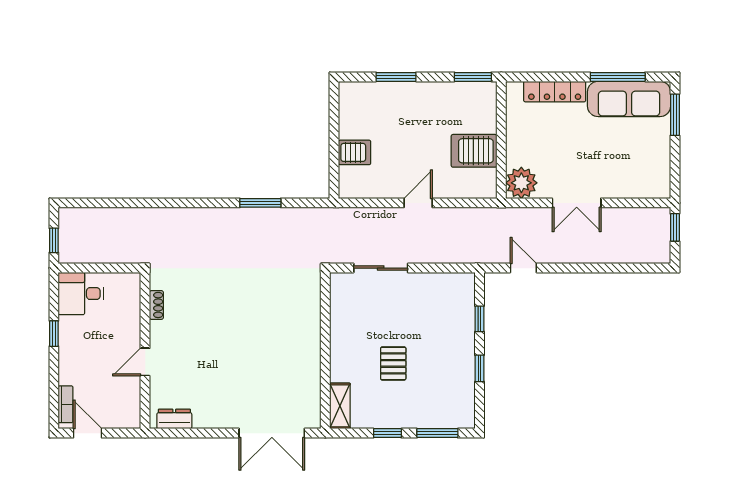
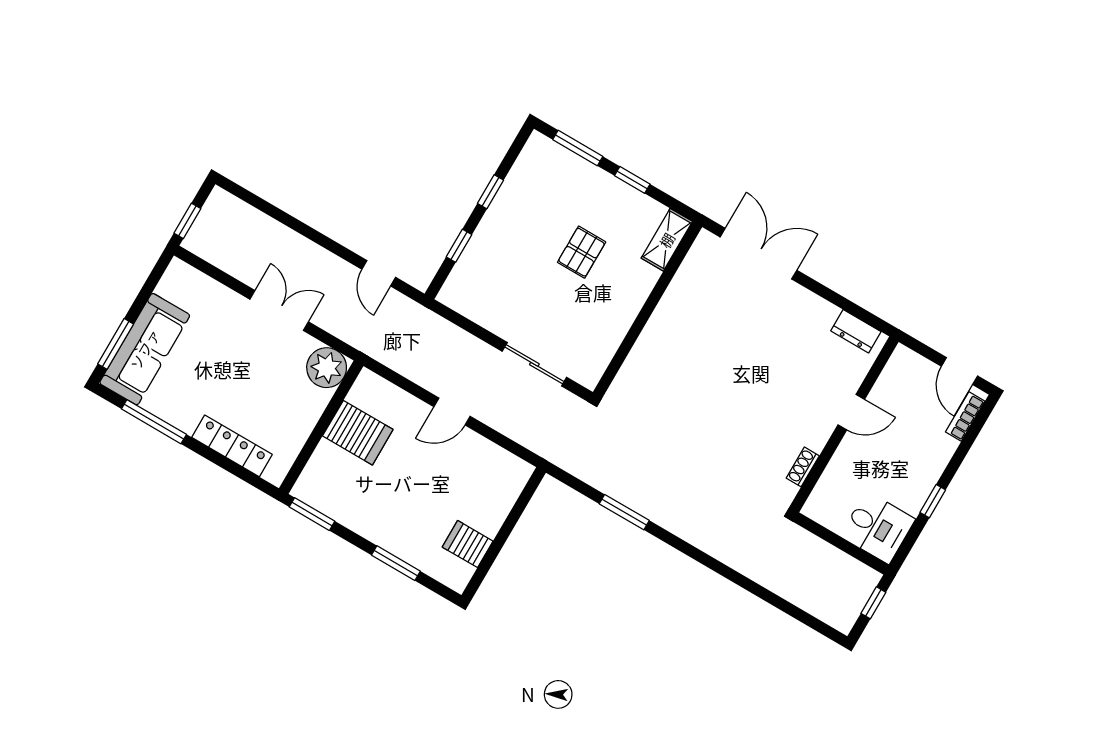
sofa: (629, 99) -> (145, 349), moved, turned 90
server rack: (355, 152) -> (468, 544), moved

